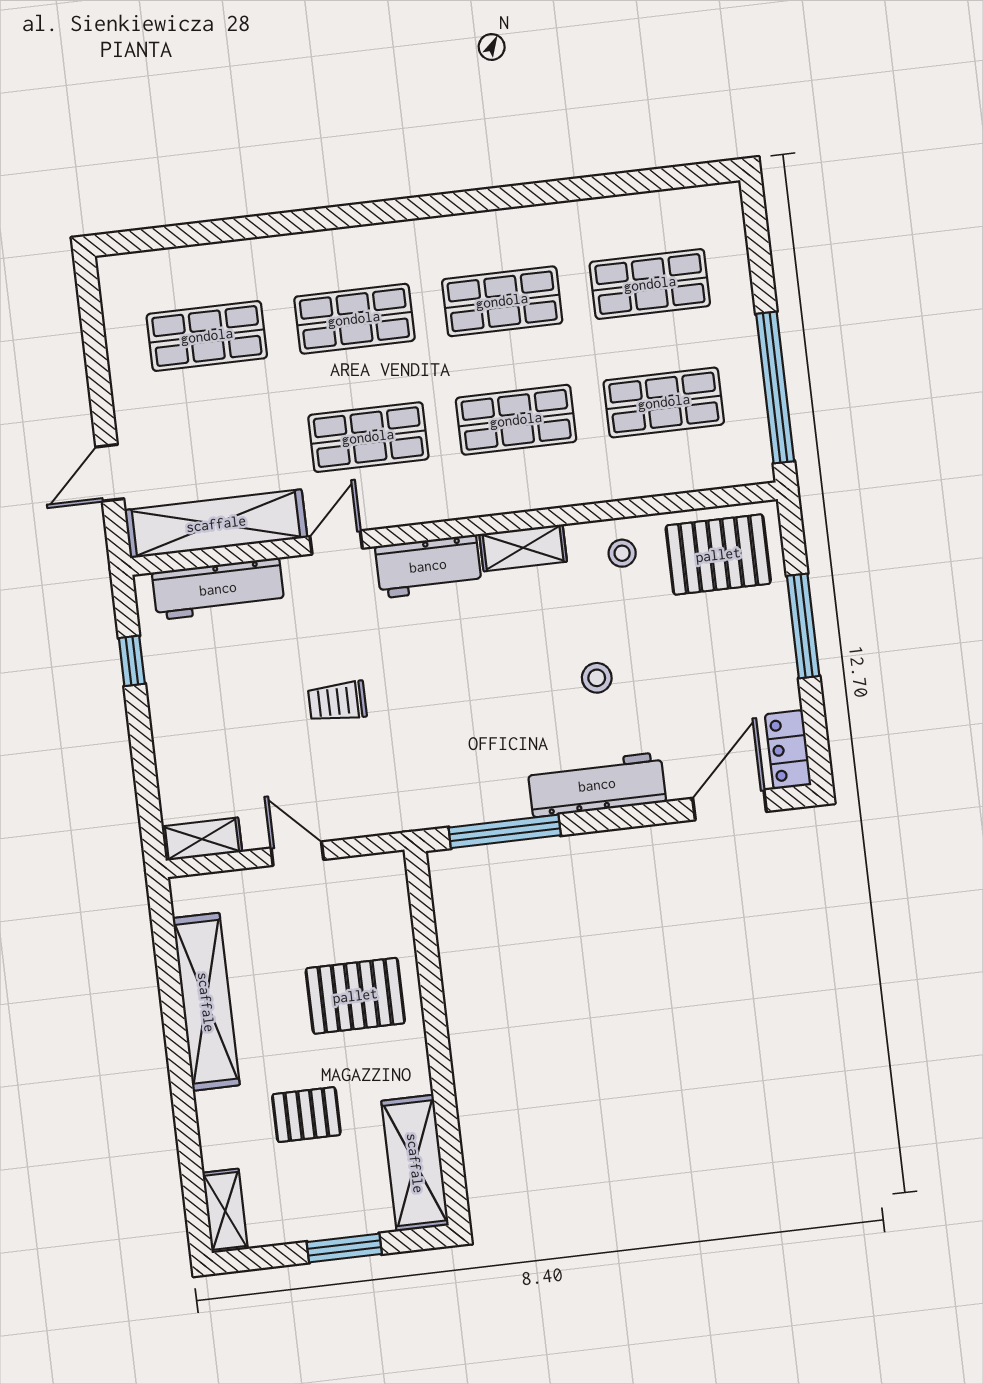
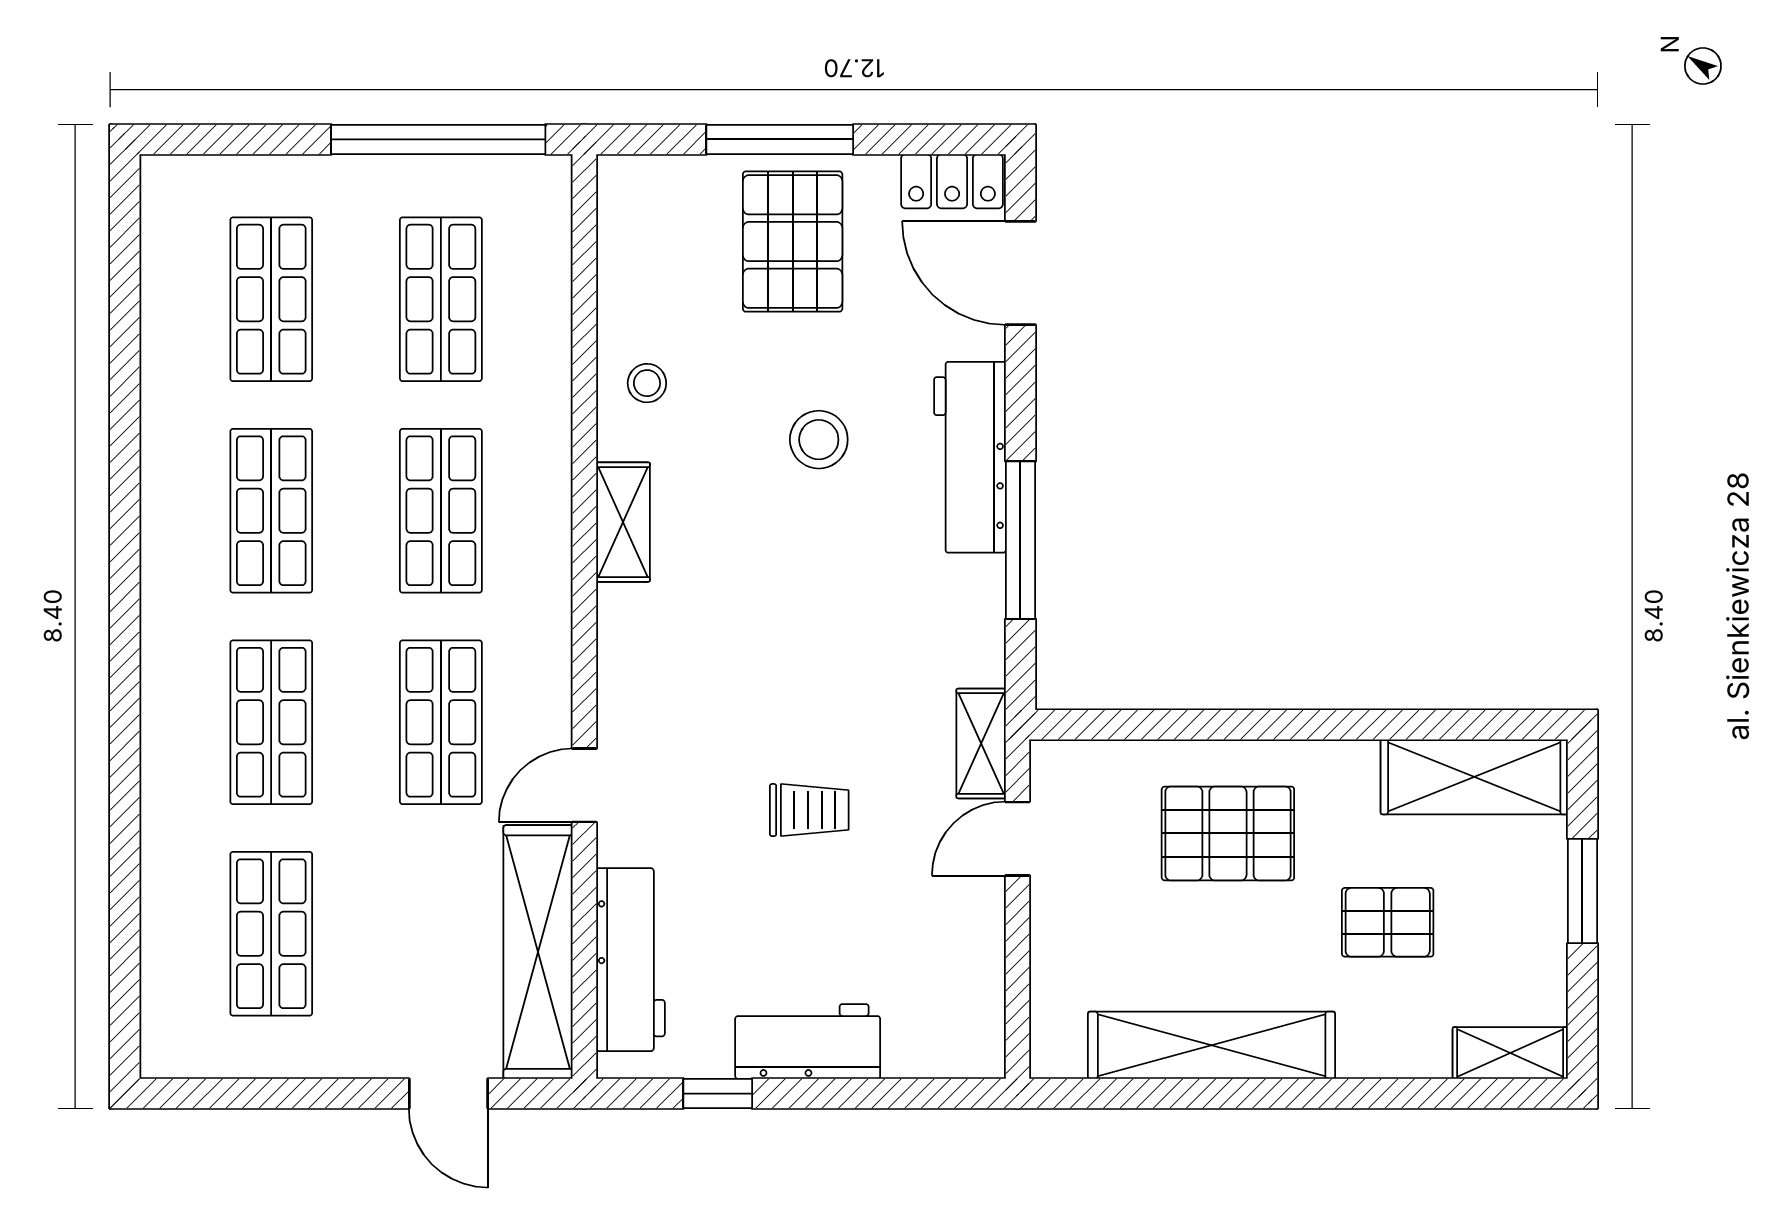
door: (336, 542) -> (584, 785), hinge flipped
pallet: (718, 555) -> (793, 242), moved
workbench: (428, 566) -> (808, 1041), moved, turned -90
stool: (597, 678) -> (819, 440), width x1.37, depth x1.37
trolley: (337, 702) -> (809, 810), turned -90
window: (505, 831) -> (1020, 540), moved
shelving: (202, 839) -> (981, 743), moved
door: (297, 854) -> (1018, 839), moved
pallet: (355, 996) -> (1228, 833), turned 90
pallet: (306, 1115) -> (1388, 922), turned 90

